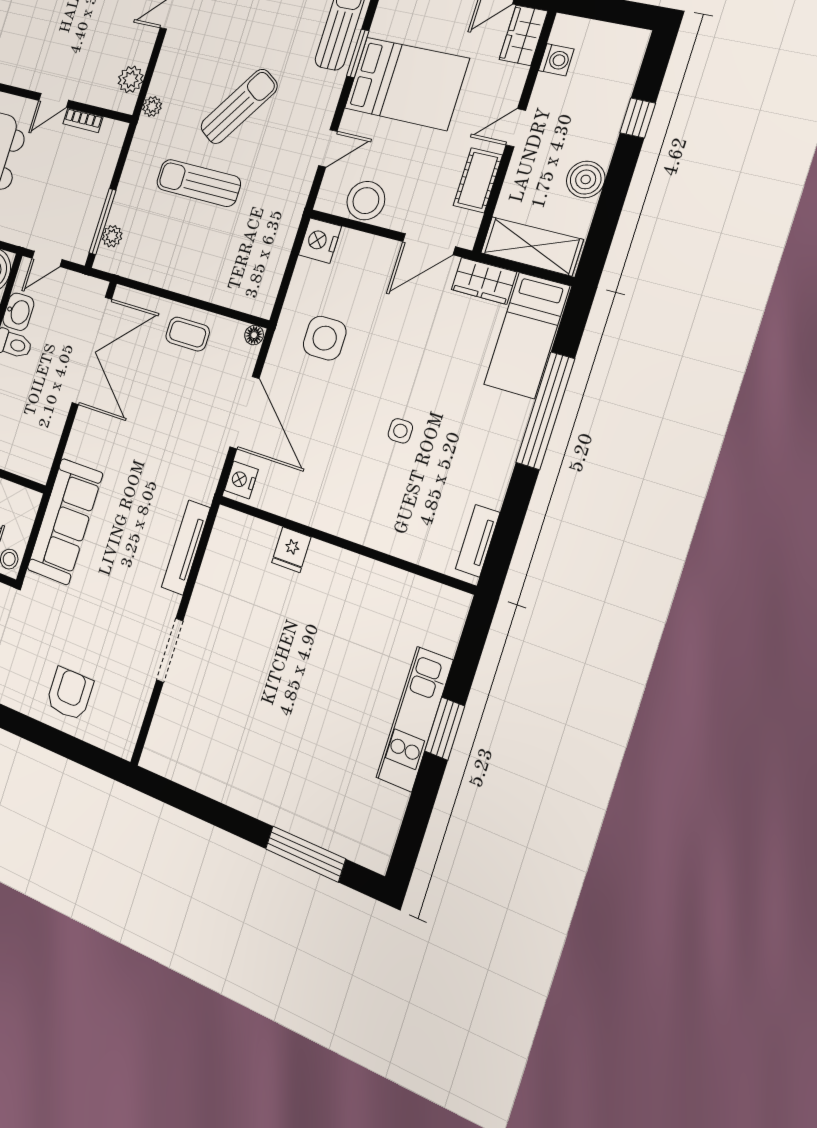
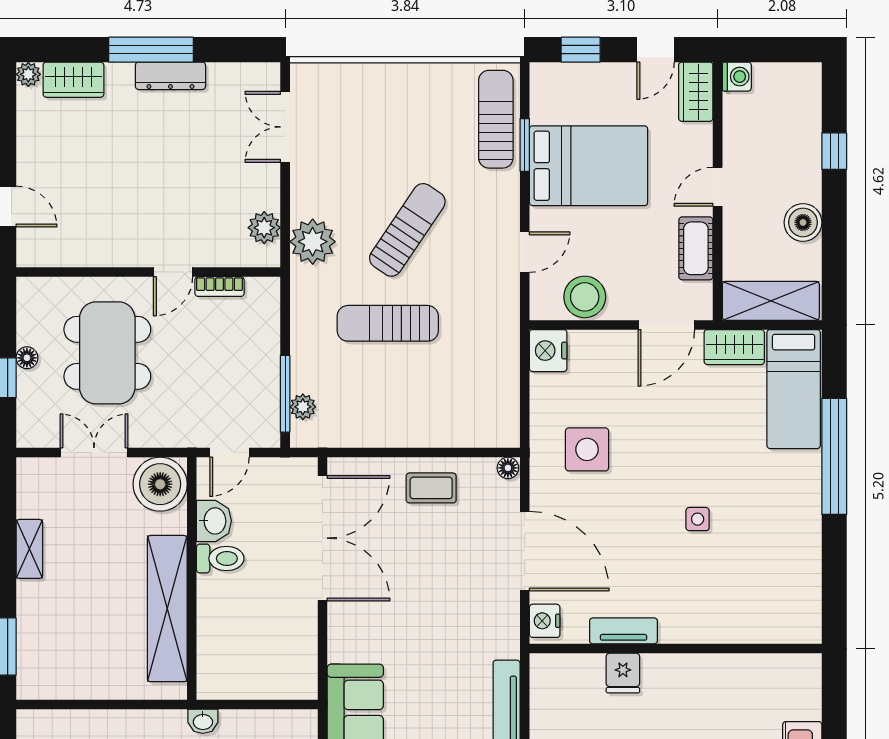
washing machine: (556, 60) -> (737, 77), moved
plant: (152, 107) -> (313, 242), width x1.88, depth x1.88
tv unit: (478, 541) -> (624, 631), moved, turned 90

